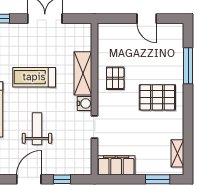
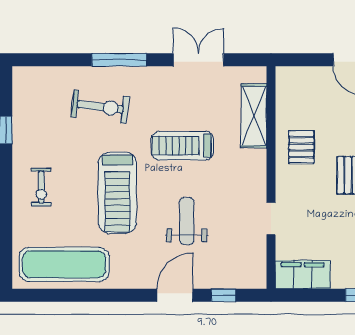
shelving: (83, 73) -> (254, 116), moved
water cooler: (85, 103) -> (256, 184), removed

